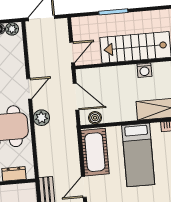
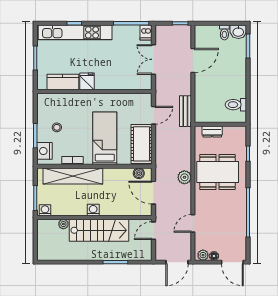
door: (29, 89) -> (193, 223), moved

